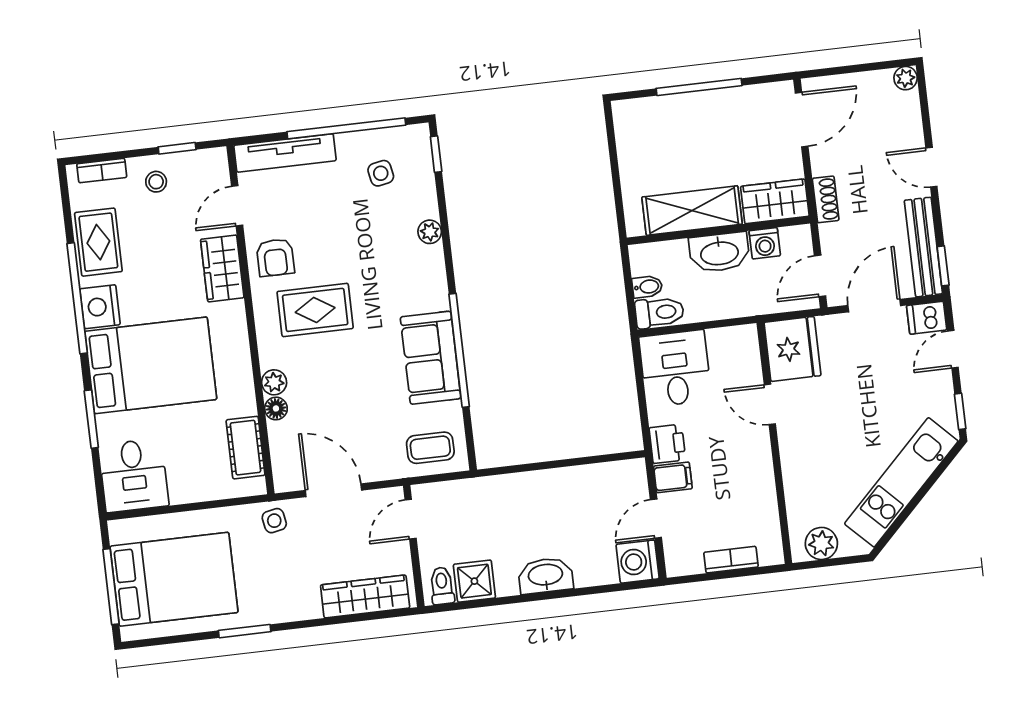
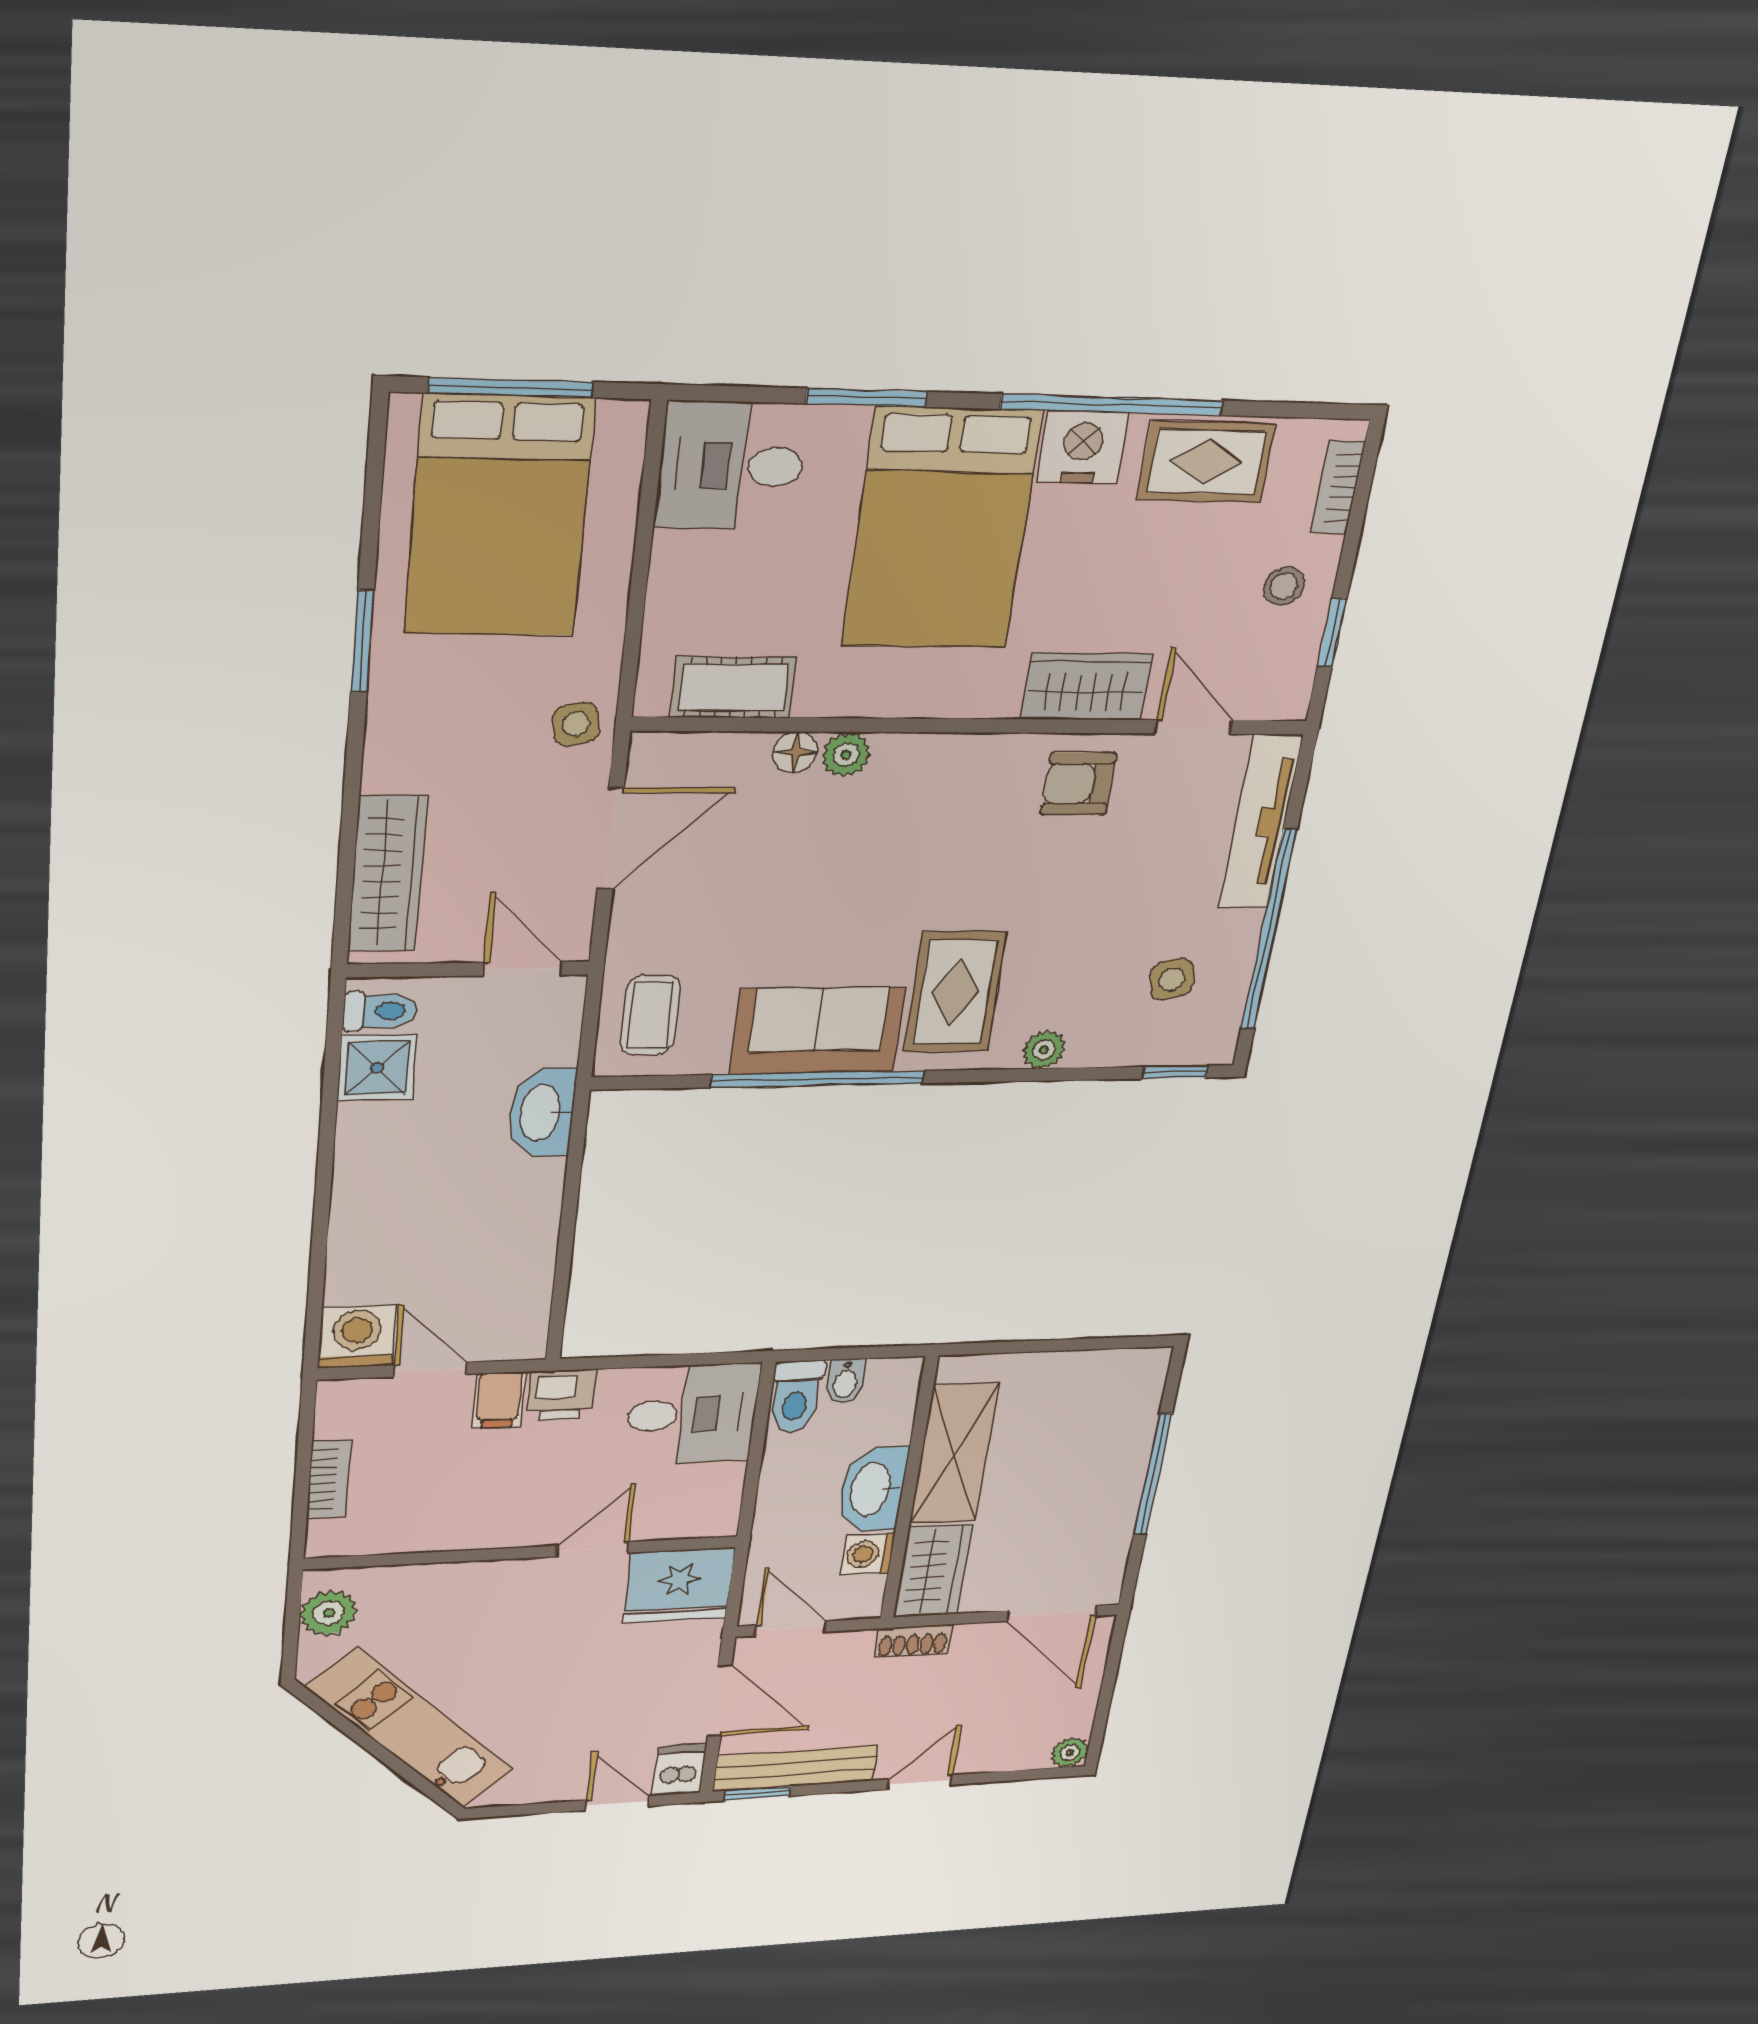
rug: (315, 310) -> (955, 992), moved
window: (960, 411) -> (511, 1810), removed
washbasin: (546, 576) -> (542, 1113), moved, turned 180

